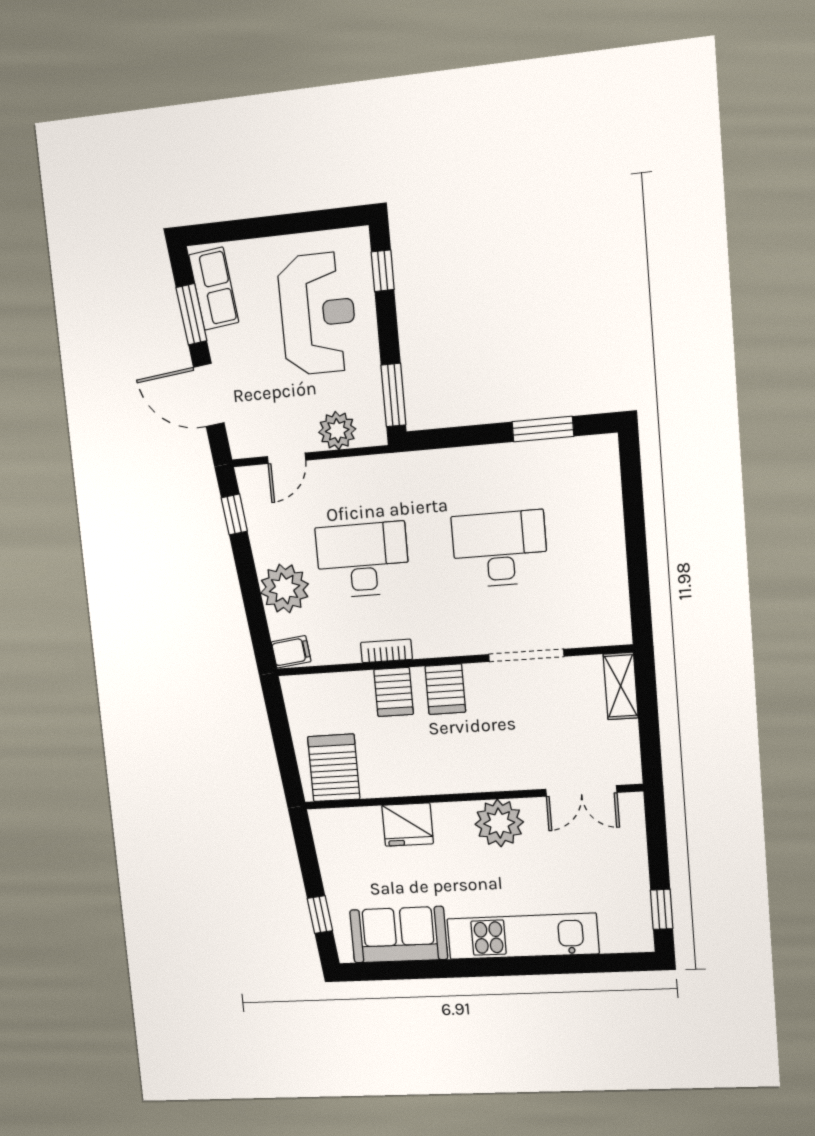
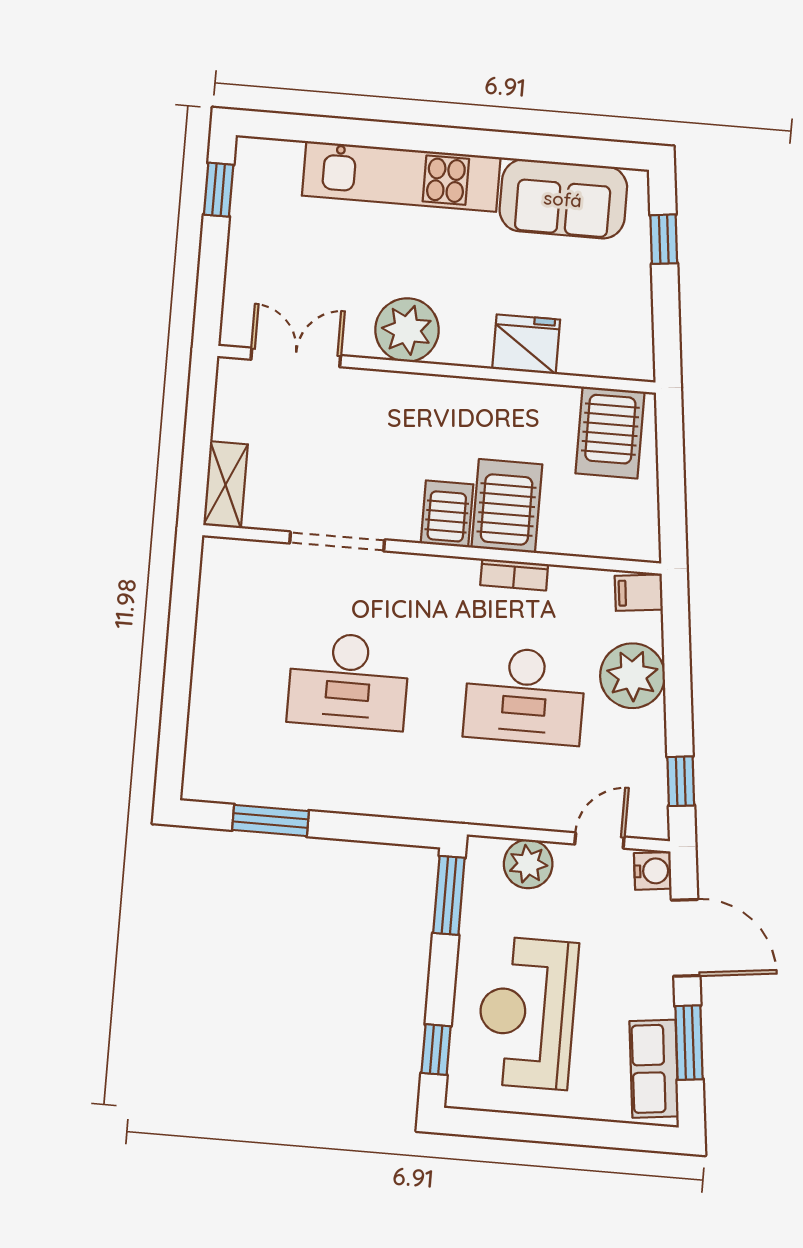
water cooler: (243, 442) -> (653, 871), added
server rack: (394, 692) -> (507, 506), width x1.36, depth x1.44

